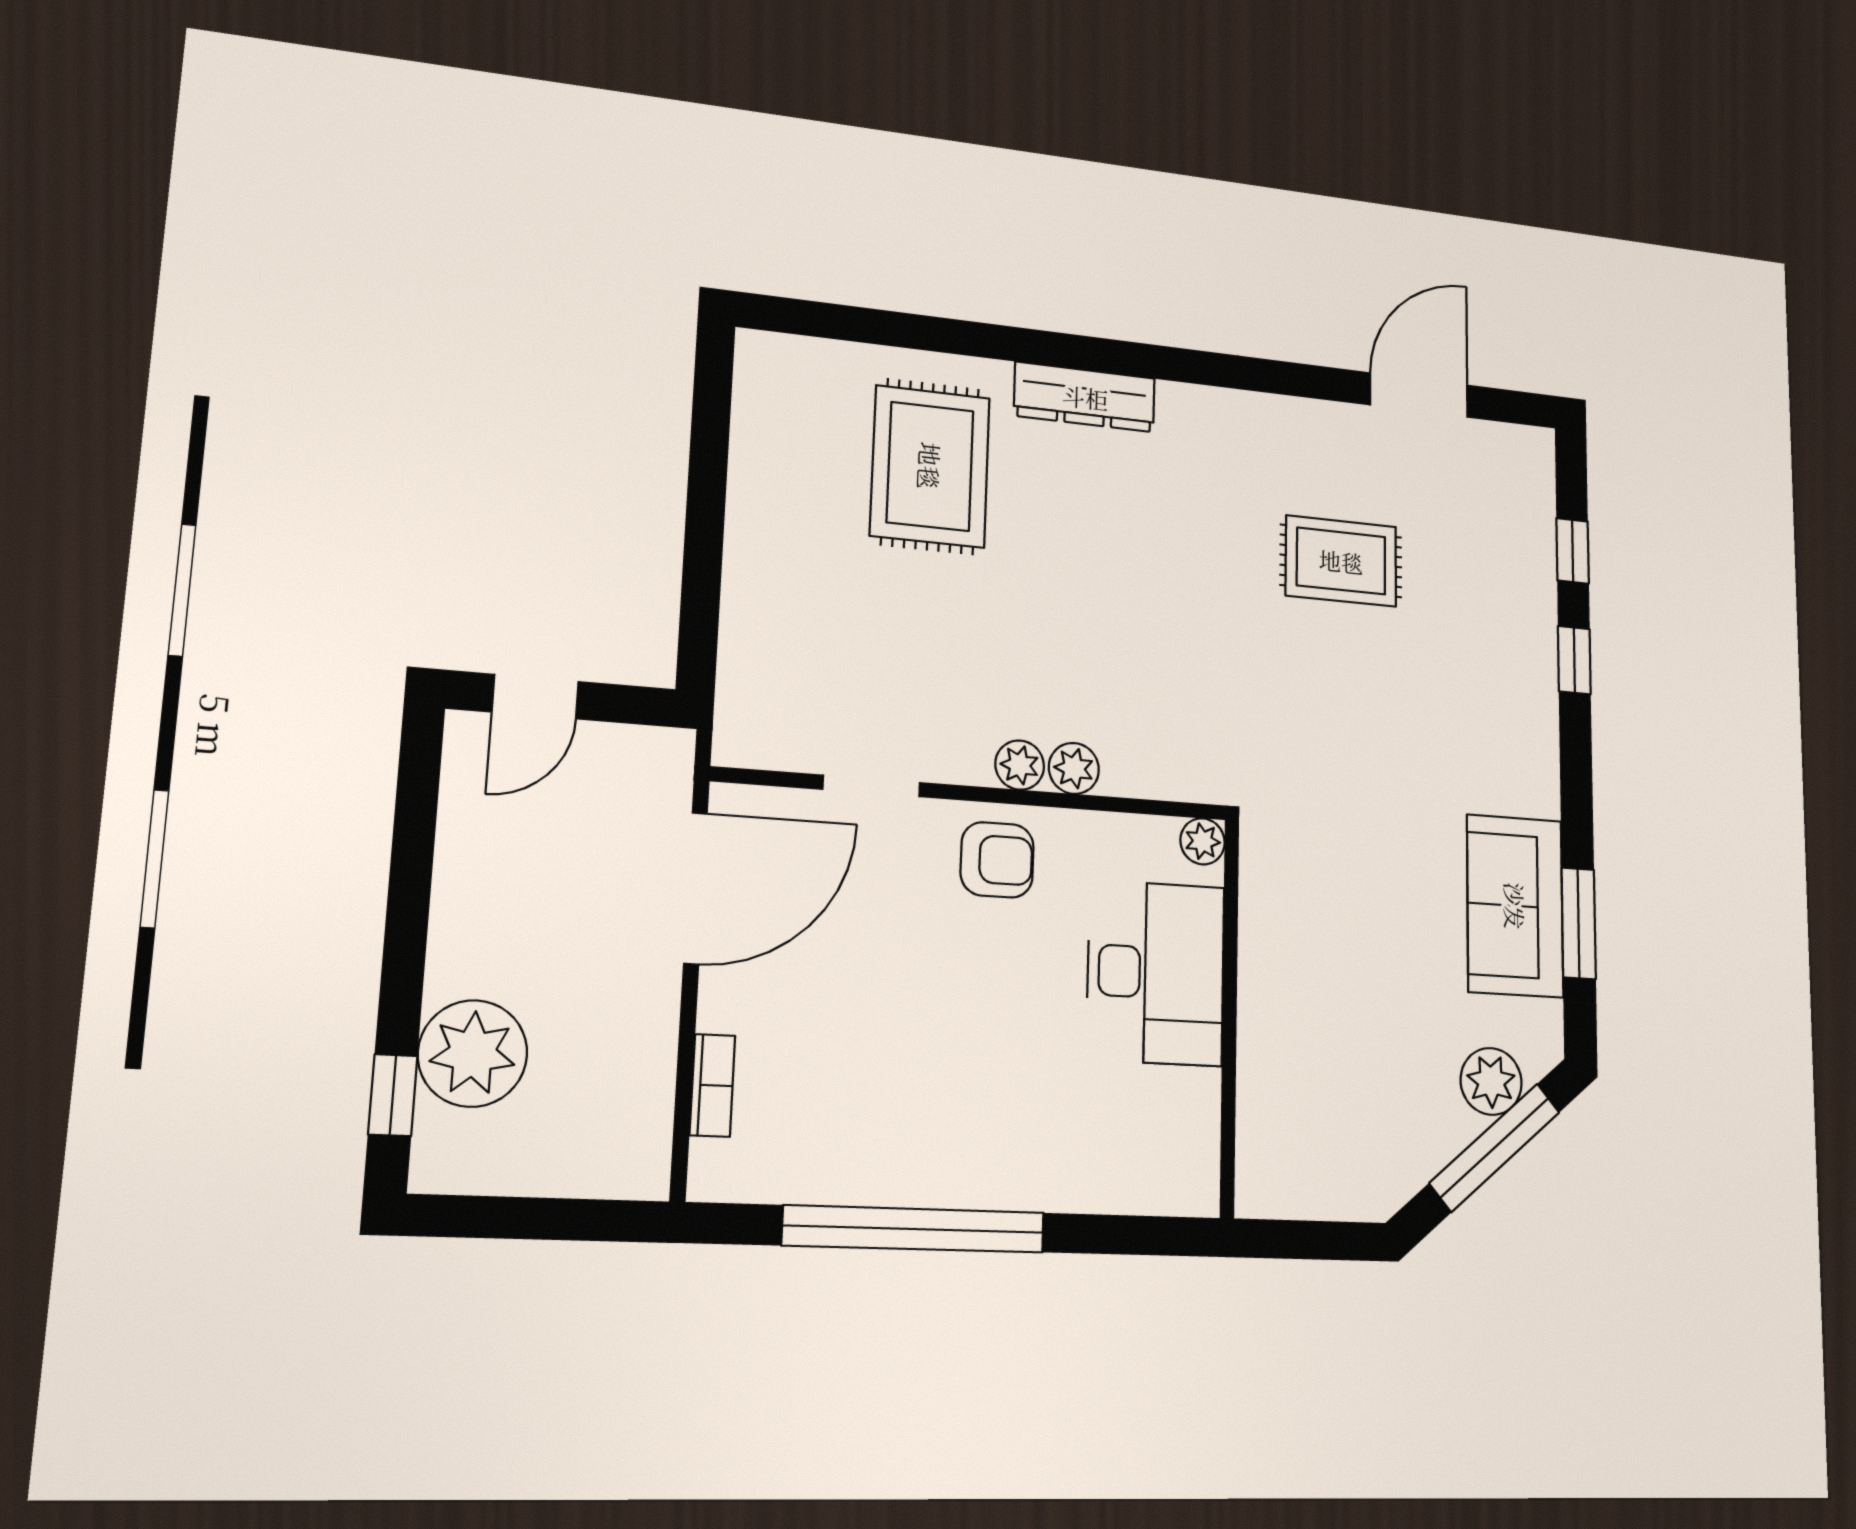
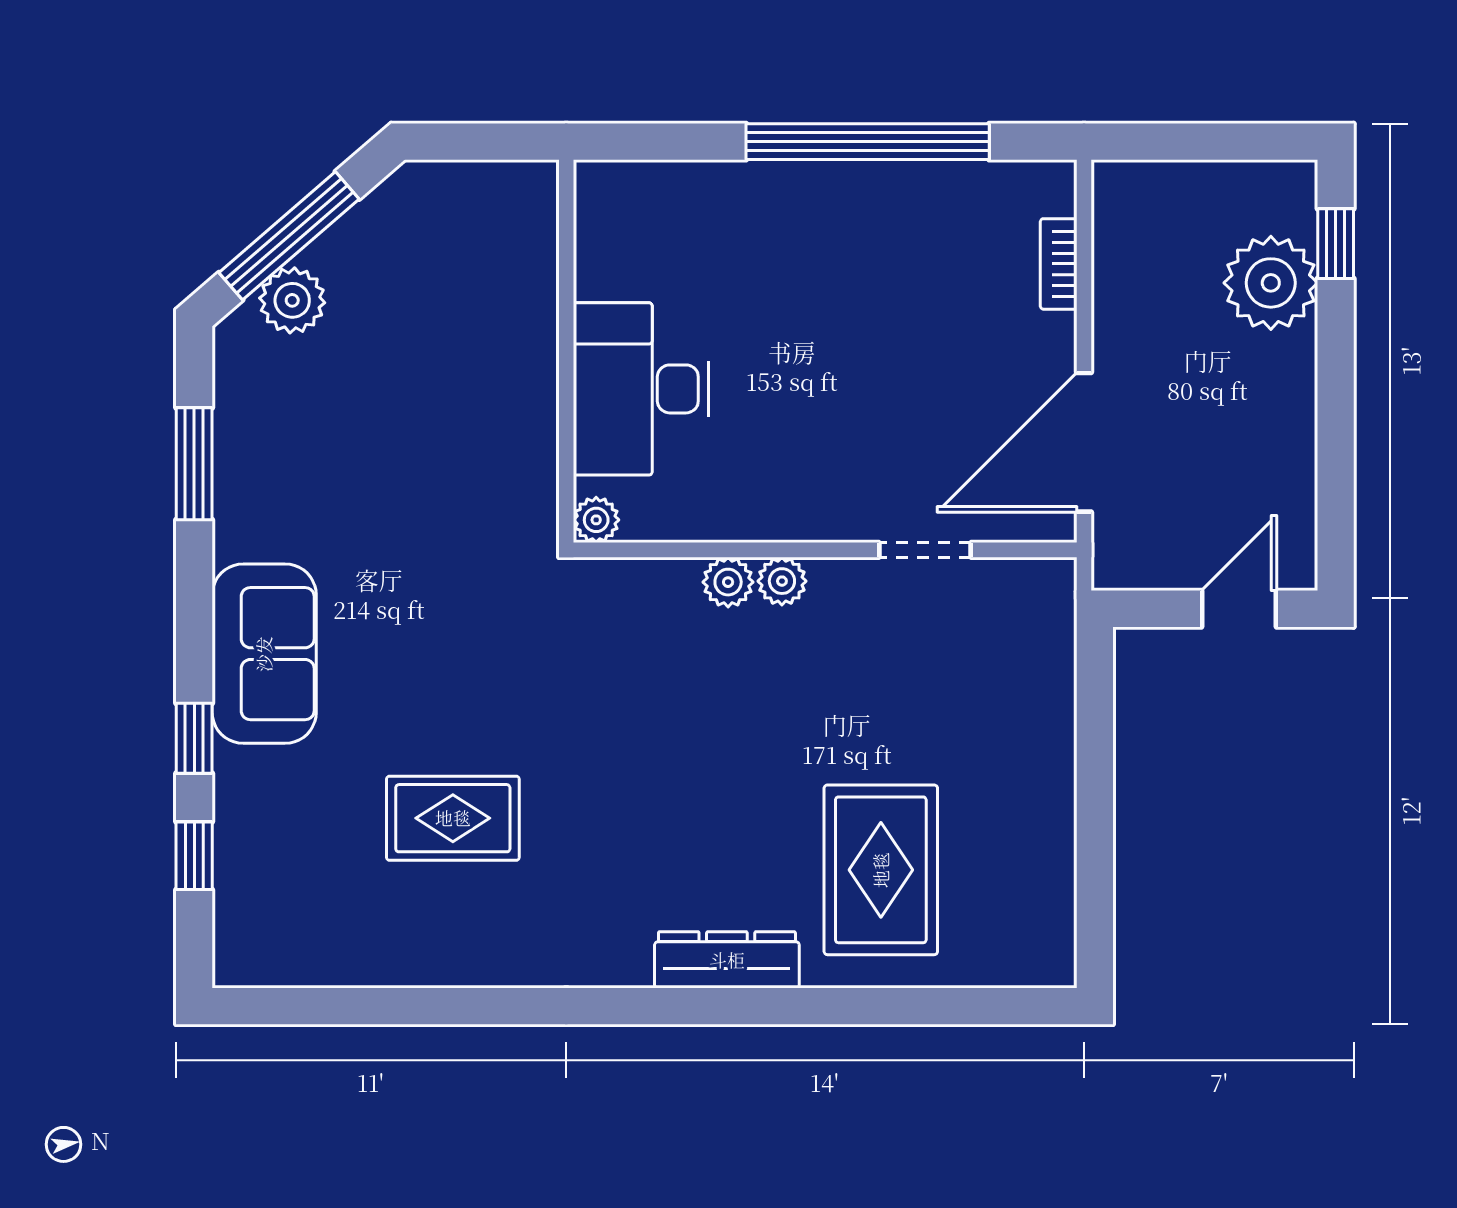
door: (1419, 395) -> (367, 1006), removed
armchair: (997, 860) -> (801, 488), removed
sofa: (1515, 906) -> (264, 654), moved

